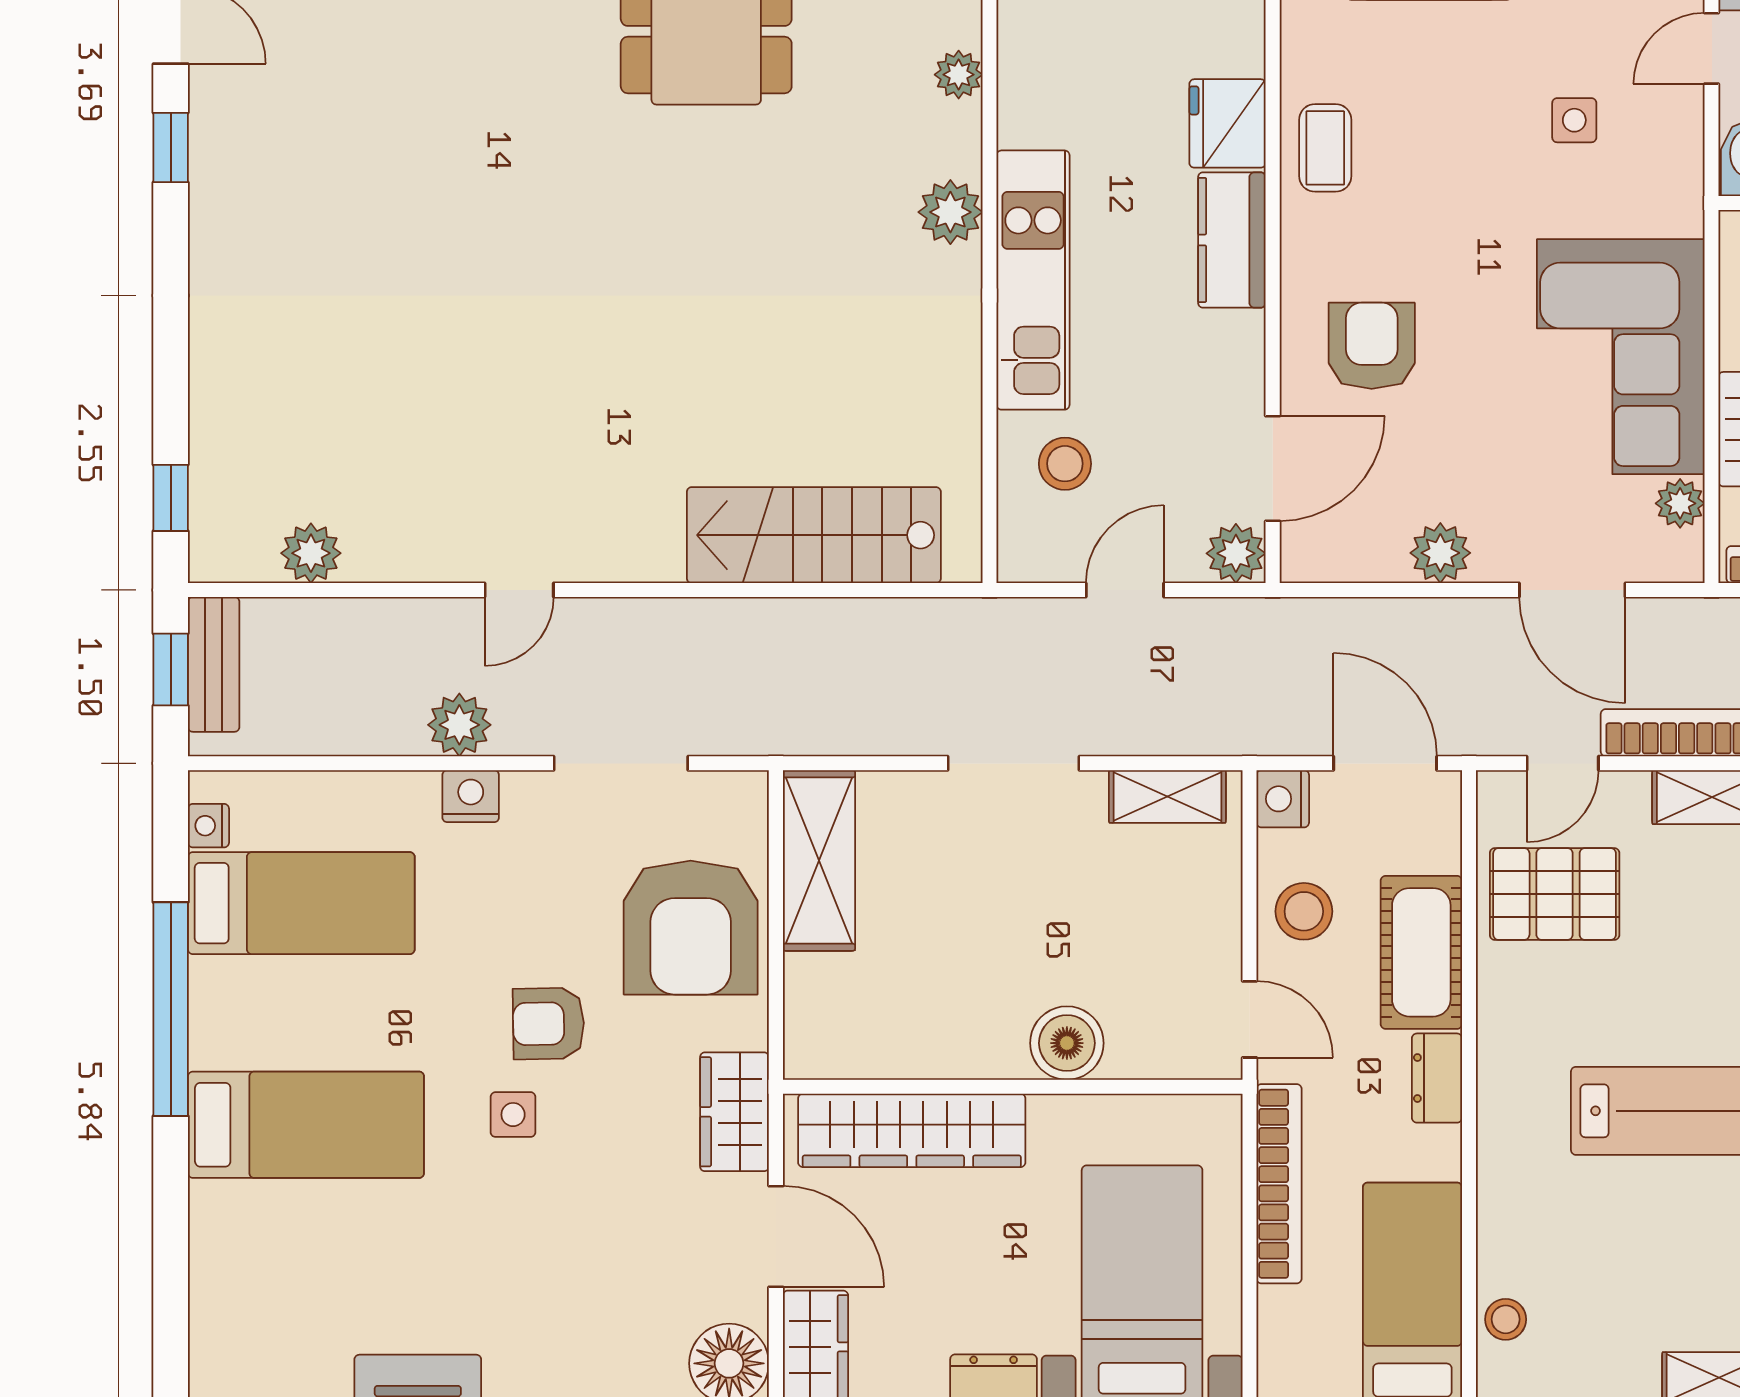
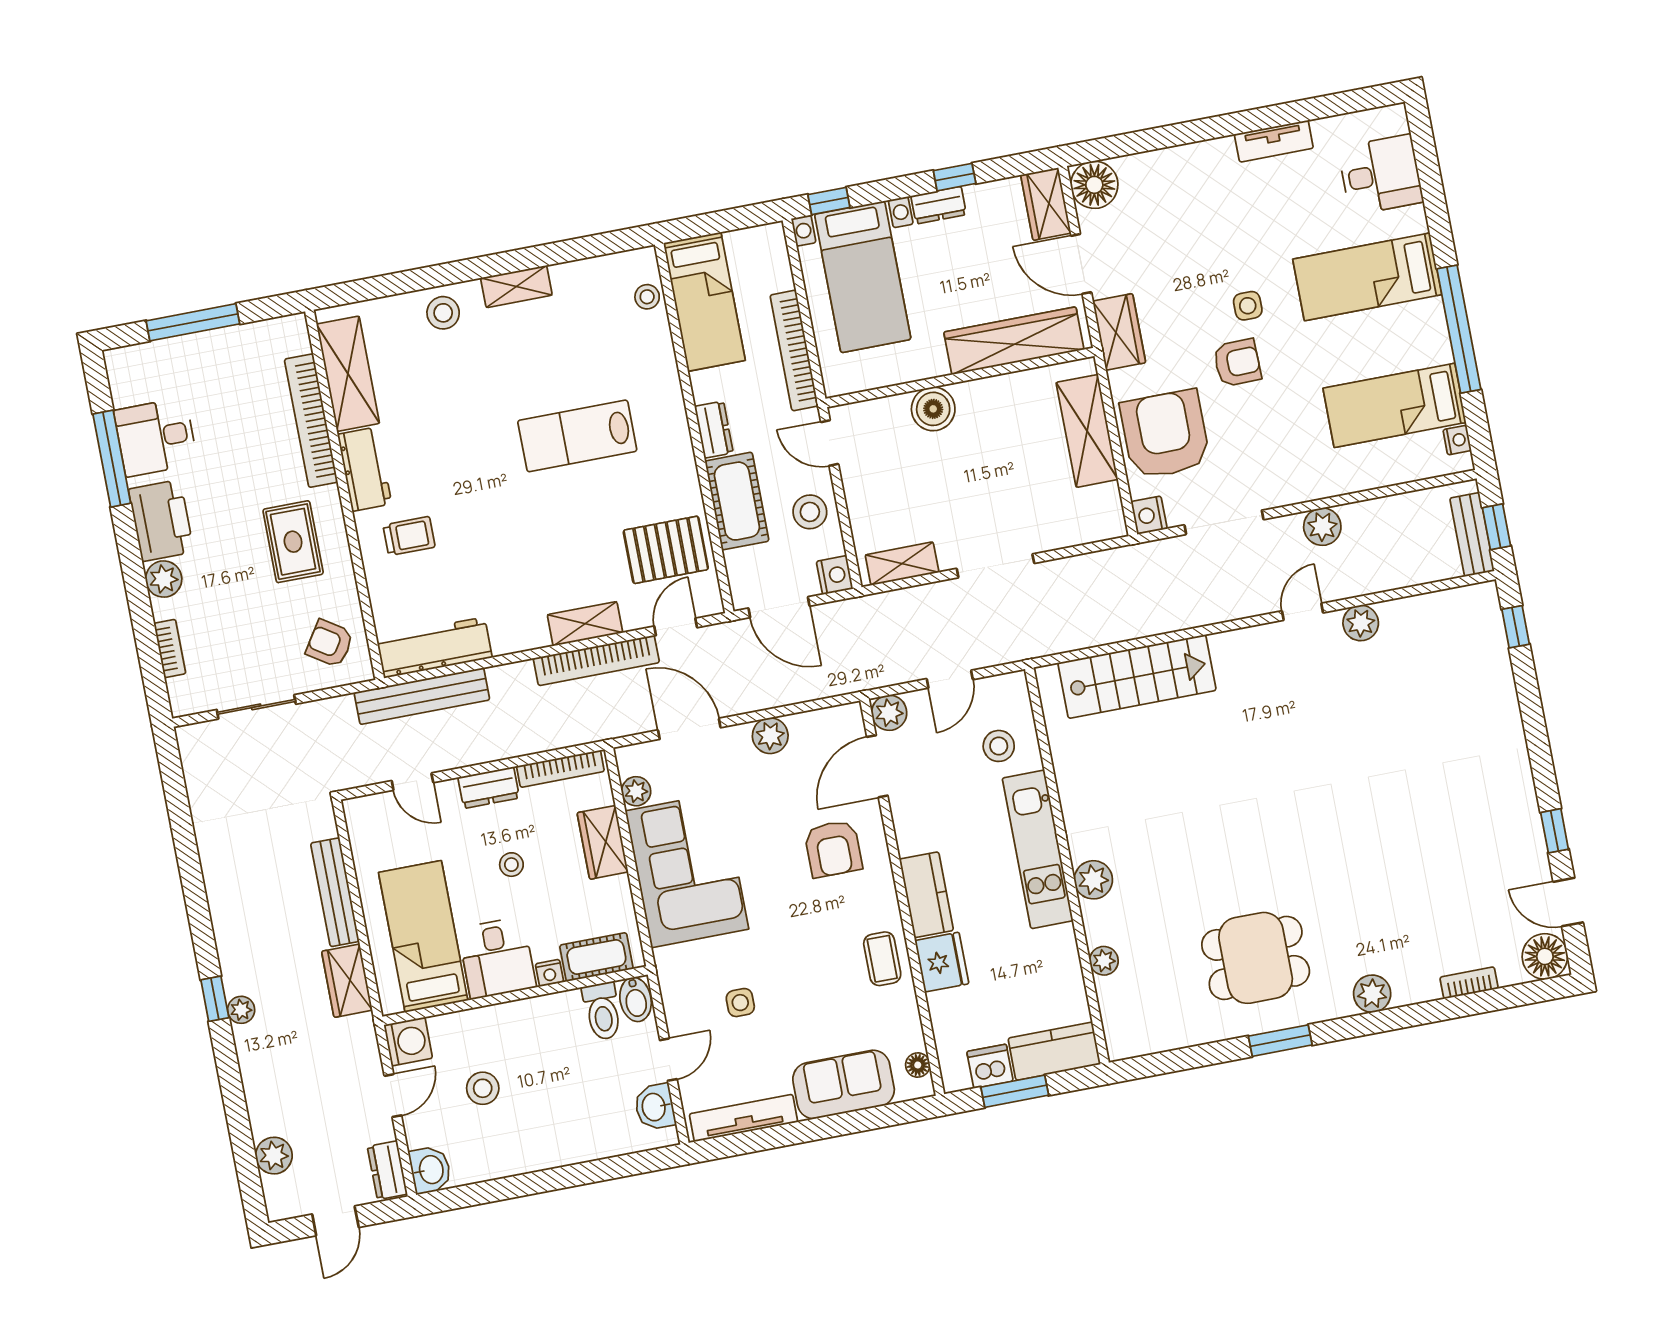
plant: (311, 553) -> (1361, 623), moved
nightstand: (471, 796) -> (1149, 515), moved, turned 90
shelving: (819, 861) -> (1087, 431), moved
desk: (251, 1290) -> (1381, 175), added

